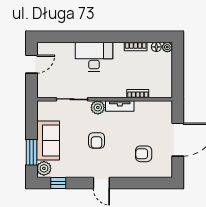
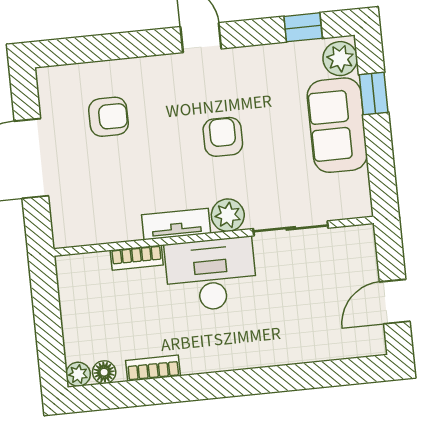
desk: (94, 57) -> (211, 274), moved, turned 180
window: (31, 152) -> (374, 94), width x0.67

